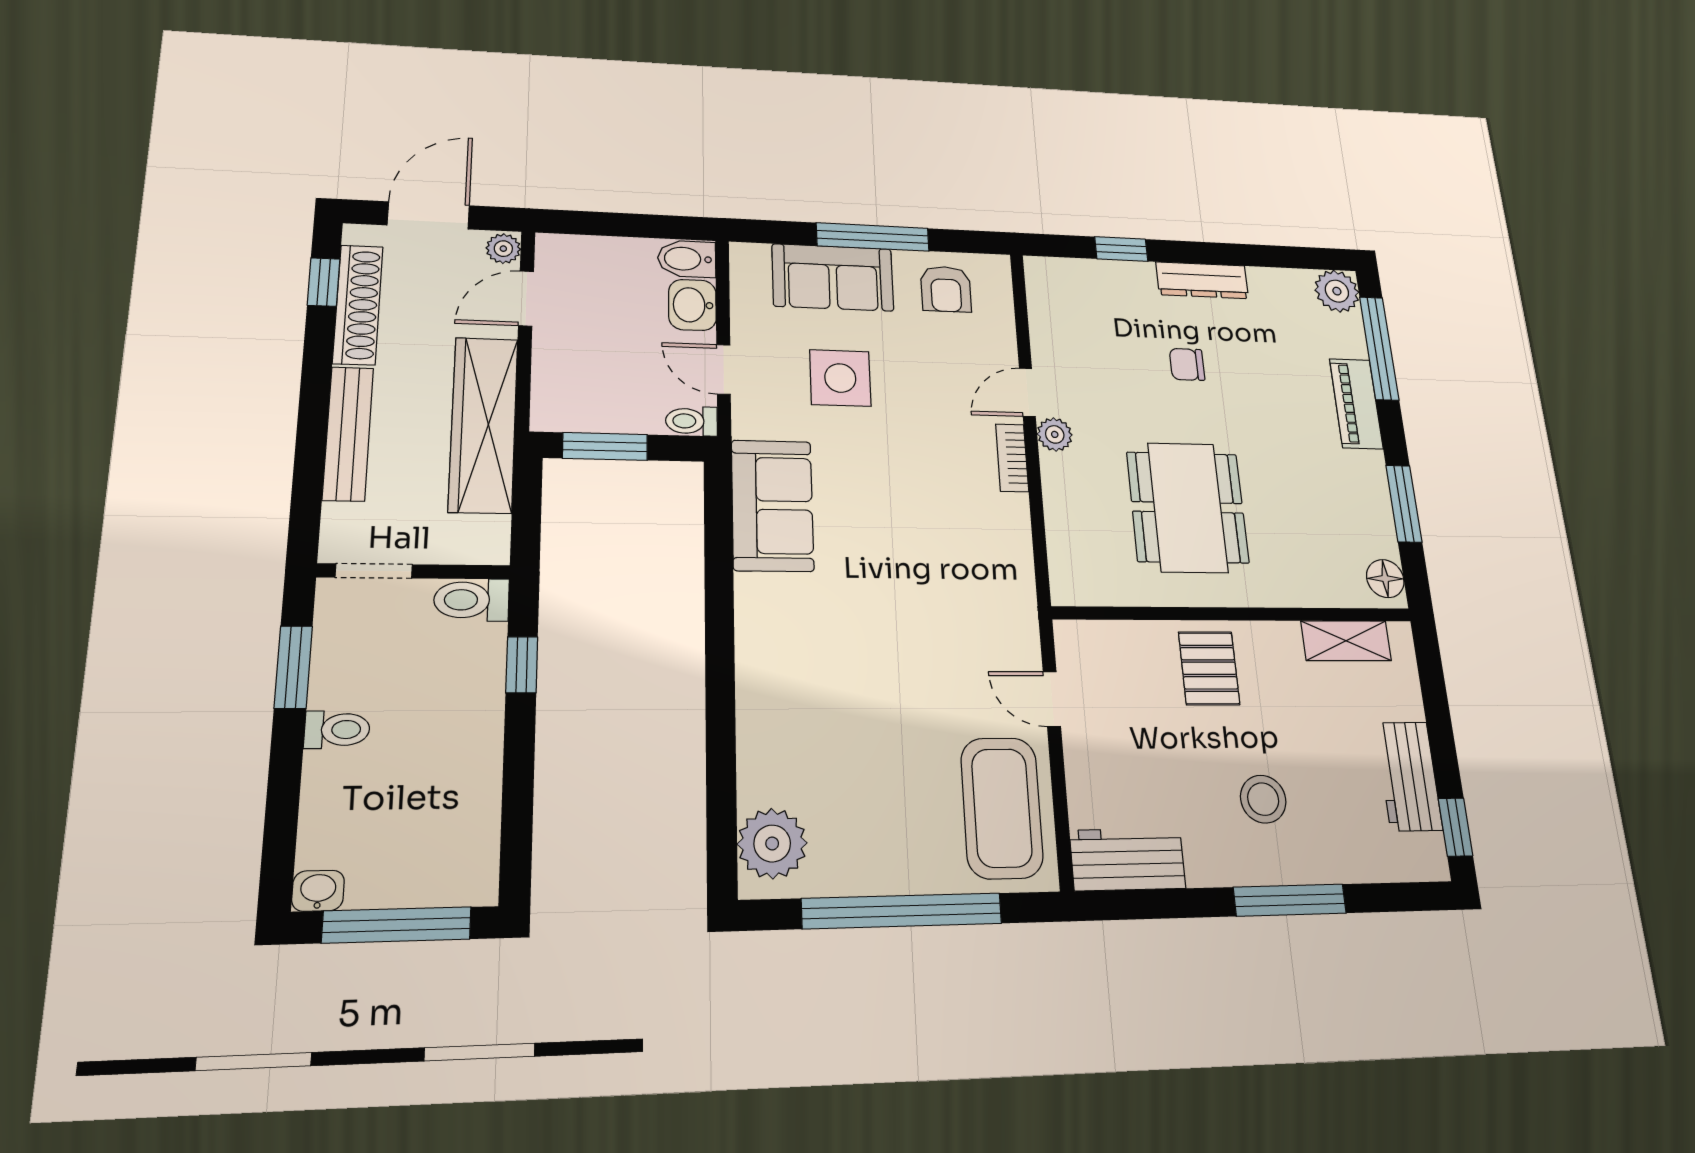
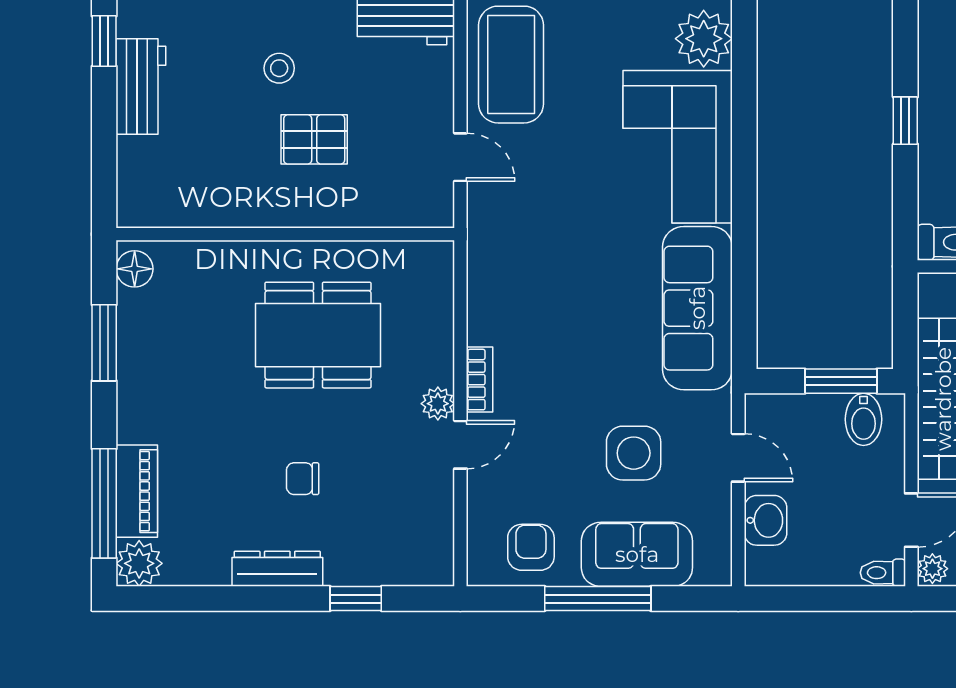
bidet: (687, 259) -> (863, 419), moved, turned 90
chair: (1187, 364) -> (303, 479), turned 180
piano: (1356, 404) -> (137, 491), moved
toilet: (692, 421) -> (883, 573), moved, turned 180
sofa: (772, 505) -> (697, 308), width x1.36
dining table: (1188, 507) -> (318, 335), turned 90
shelving: (1346, 641) -> (182, 210), removed
window: (522, 665) -> (905, 121), moved
pallet: (1209, 668) -> (314, 139), moved, turned 90
corner sofa: (801, 712) -> (678, 147), added
stool: (1263, 799) -> (279, 68), width x0.73, depth x0.73

